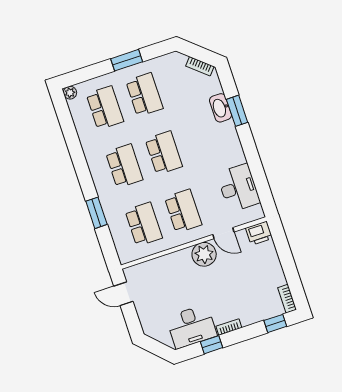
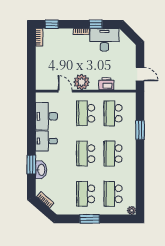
desk: (227, 152) -> (46, 141), added
printer: (259, 233) -> (106, 84), moved

